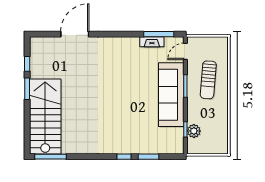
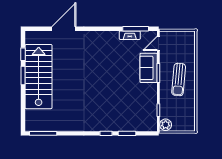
sun lounger: (208, 80) -> (179, 80), moved
sofa: (171, 95) -> (149, 68), width x0.54, depth x0.79
stairs: (45, 116) -> (39, 77), moved
plant: (194, 131) -> (166, 125), moved

